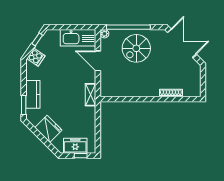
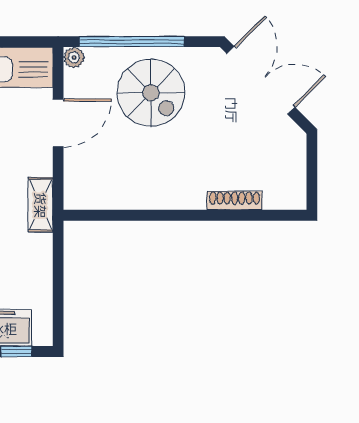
spiral stairs: (136, 48) -> (151, 93), turned -90
door: (98, 61) -> (58, 123), swing flipped

